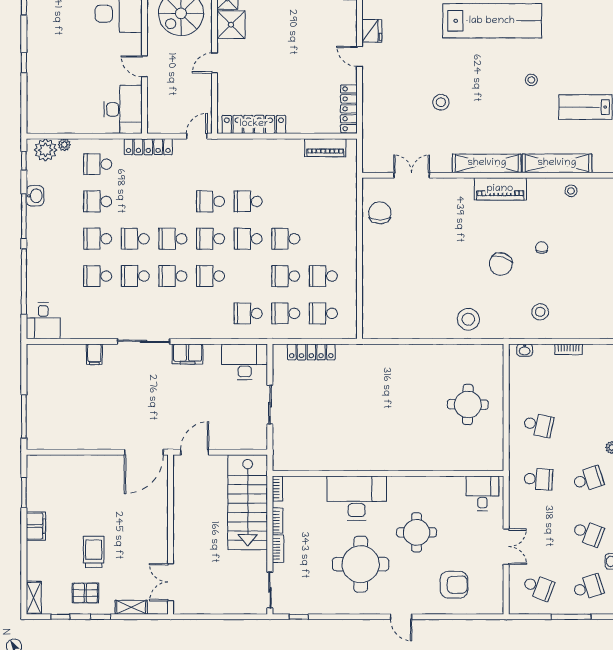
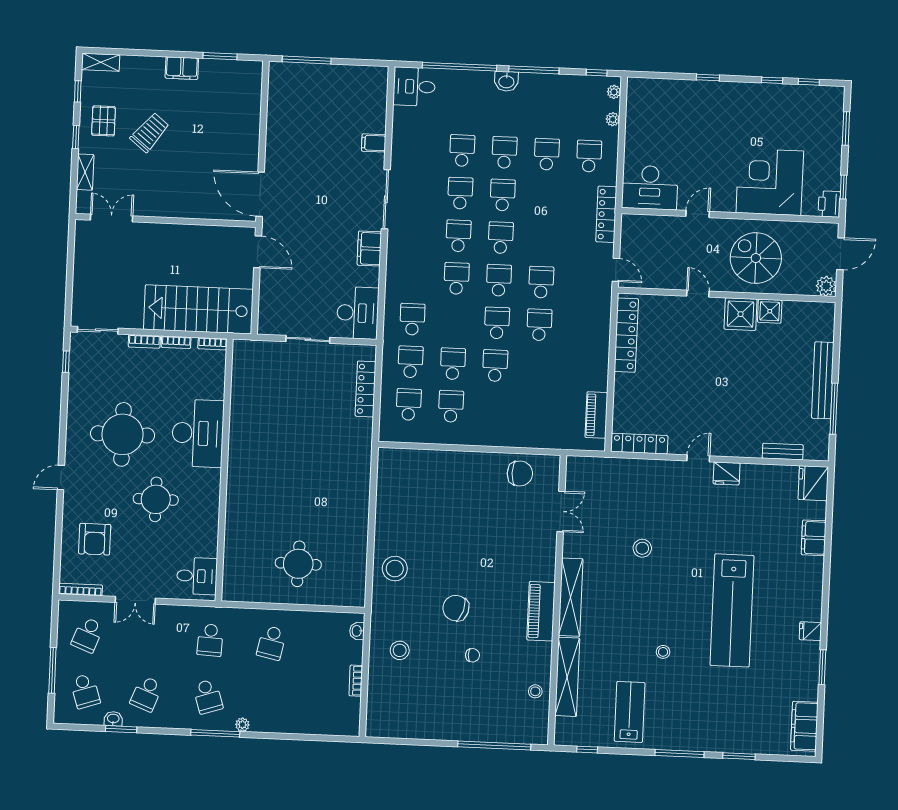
plant: (45, 150) -> (614, 92), width x0.53, depth x0.53
washbasin: (35, 196) -> (506, 81), moved
trolley: (94, 552) -> (150, 132), turned -51
bookcase: (499, 595) -> (80, 590), added

